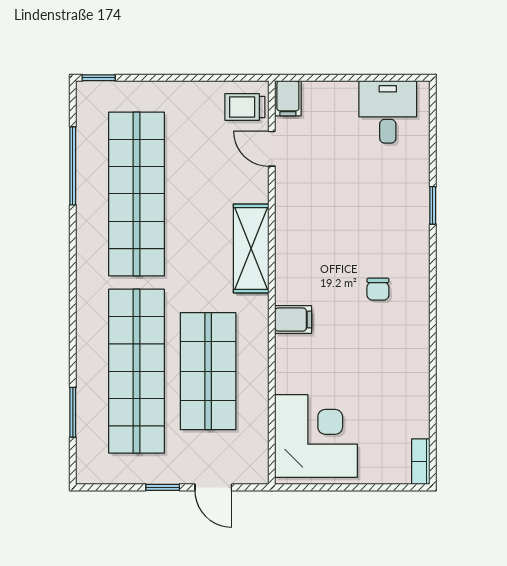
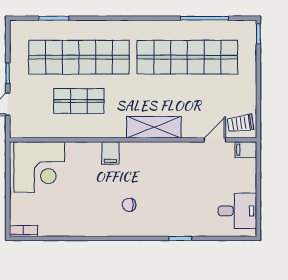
trolley: (245, 107) -> (240, 123), turned -98
shop shelf: (208, 371) -> (79, 101), width x0.70, depth x0.74

